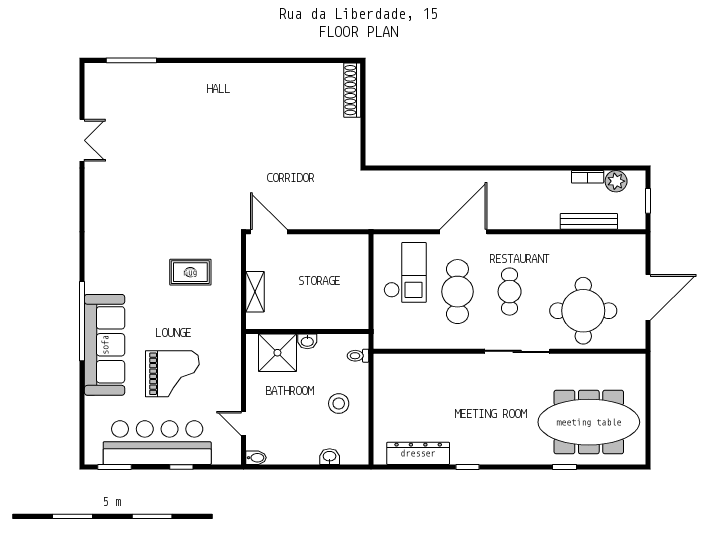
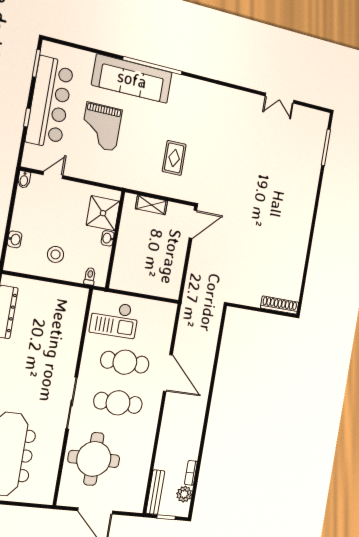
bench: (589, 221) -> (155, 492), moved
checkout: (405, 272) -> (114, 319), moved
cafe table: (510, 292) -> (118, 403), width x1.37, depth x1.35

